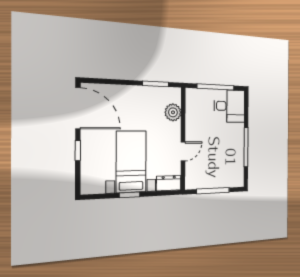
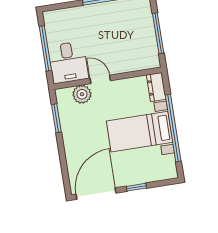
desk: (229, 106) -> (68, 62), moved, turned 180
door: (183, 151) -> (100, 79), moved
window: (130, 195) -> (173, 128), width x3.17

